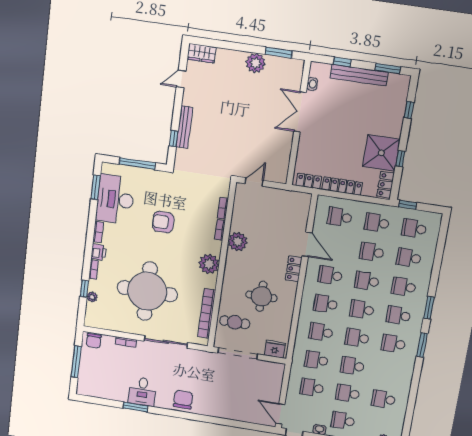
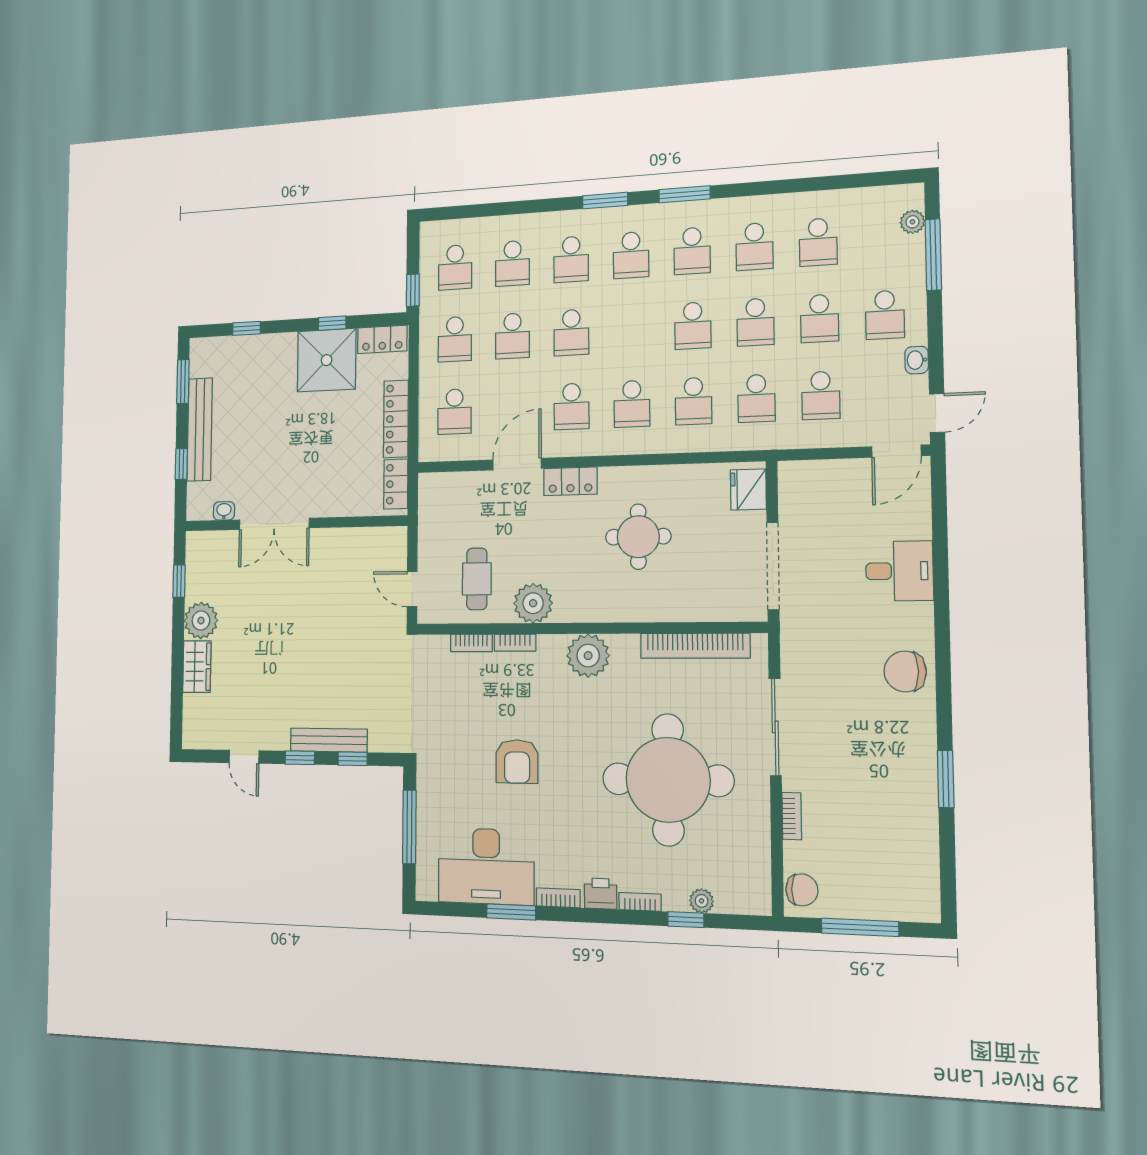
wardrobe: (202, 53) -> (197, 667), moved
window: (279, 53) -> (179, 581), width x0.67
window: (177, 110) -> (300, 758), added
window: (96, 187) -> (511, 912), moved
school desk: (362, 310) -> (754, 246), moved
cafe table: (235, 322) -> (477, 579), moved
desk: (142, 391) -> (899, 571), moved

